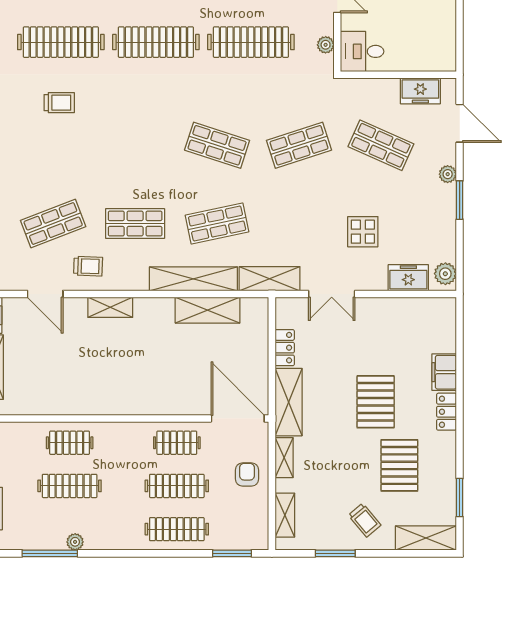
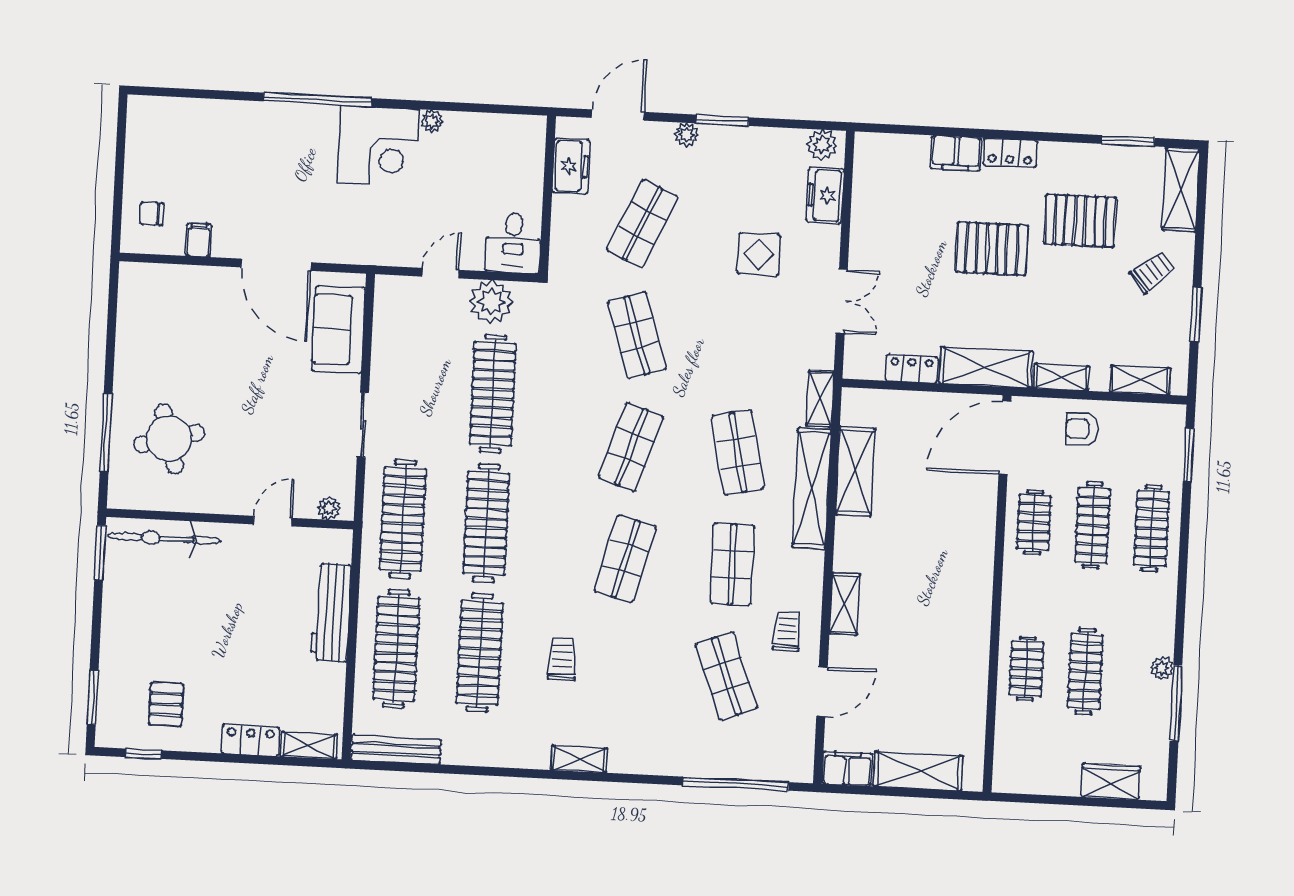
plant: (326, 45) -> (491, 302), width x1.88, depth x1.88
shop shelf: (135, 145) -> (625, 559), added
shelving: (270, 279) -> (820, 399), width x0.67, depth x0.75

